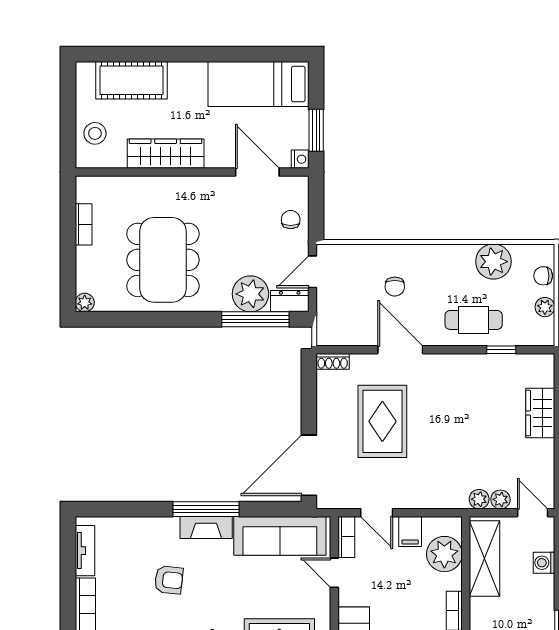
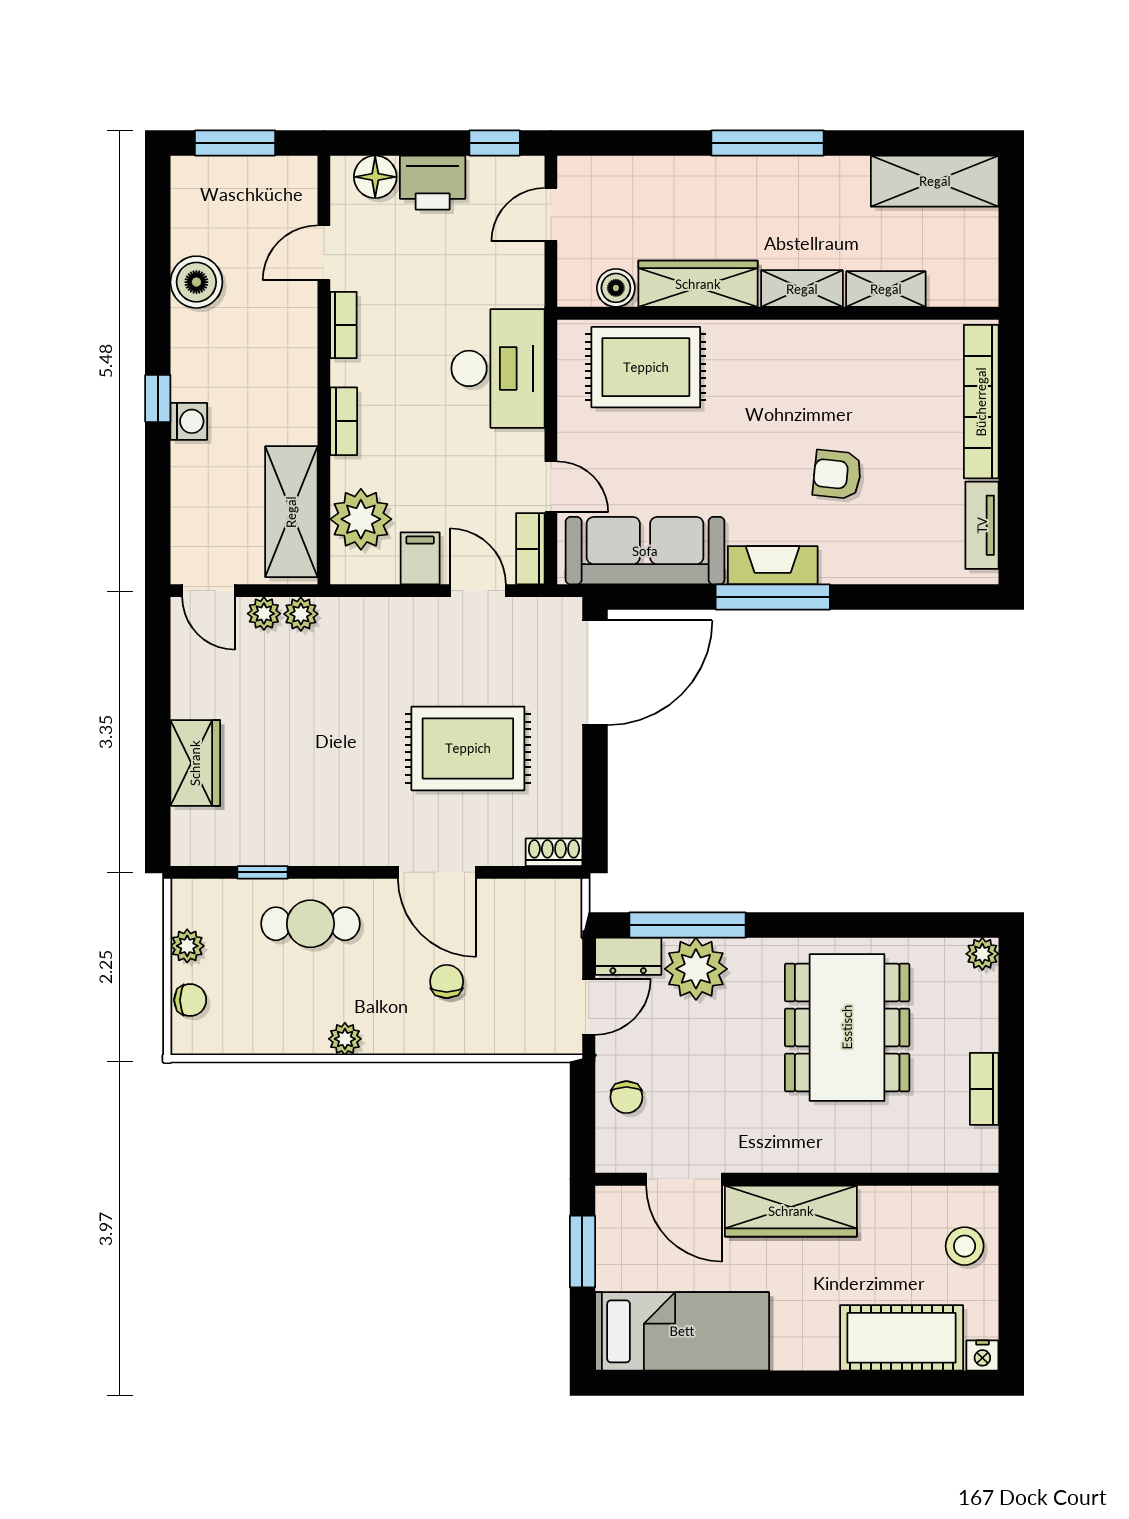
wardrobe: (166, 154) -> (791, 1211), moved
nightstand: (300, 159) -> (982, 1355), moved, turned -90
plant: (493, 262) -> (345, 1039), moved, width x0.53, depth x0.53
rug: (382, 421) -> (468, 748), turned 90
washing machine: (544, 563) -> (189, 421), moved

